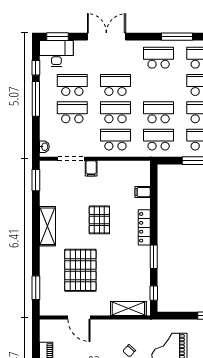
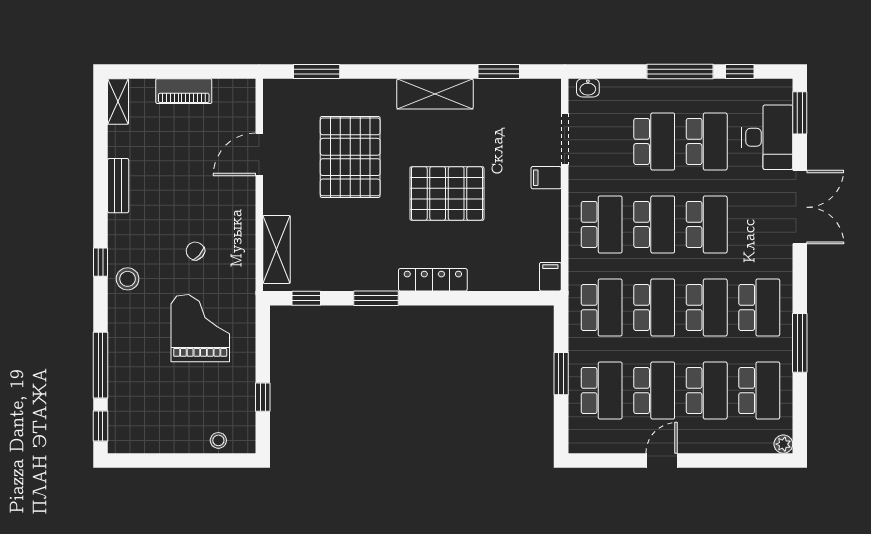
desk: (56, 53) -> (767, 137), moved
school desk: (159, 85) -> (707, 307), added
window: (36, 180) -> (499, 71), moved
filing cabinet: (143, 192) -> (550, 277), moved
pallet: (99, 220) -> (447, 193), width x1.37, depth x1.41
pallet: (80, 270) -> (350, 157), turned 90

